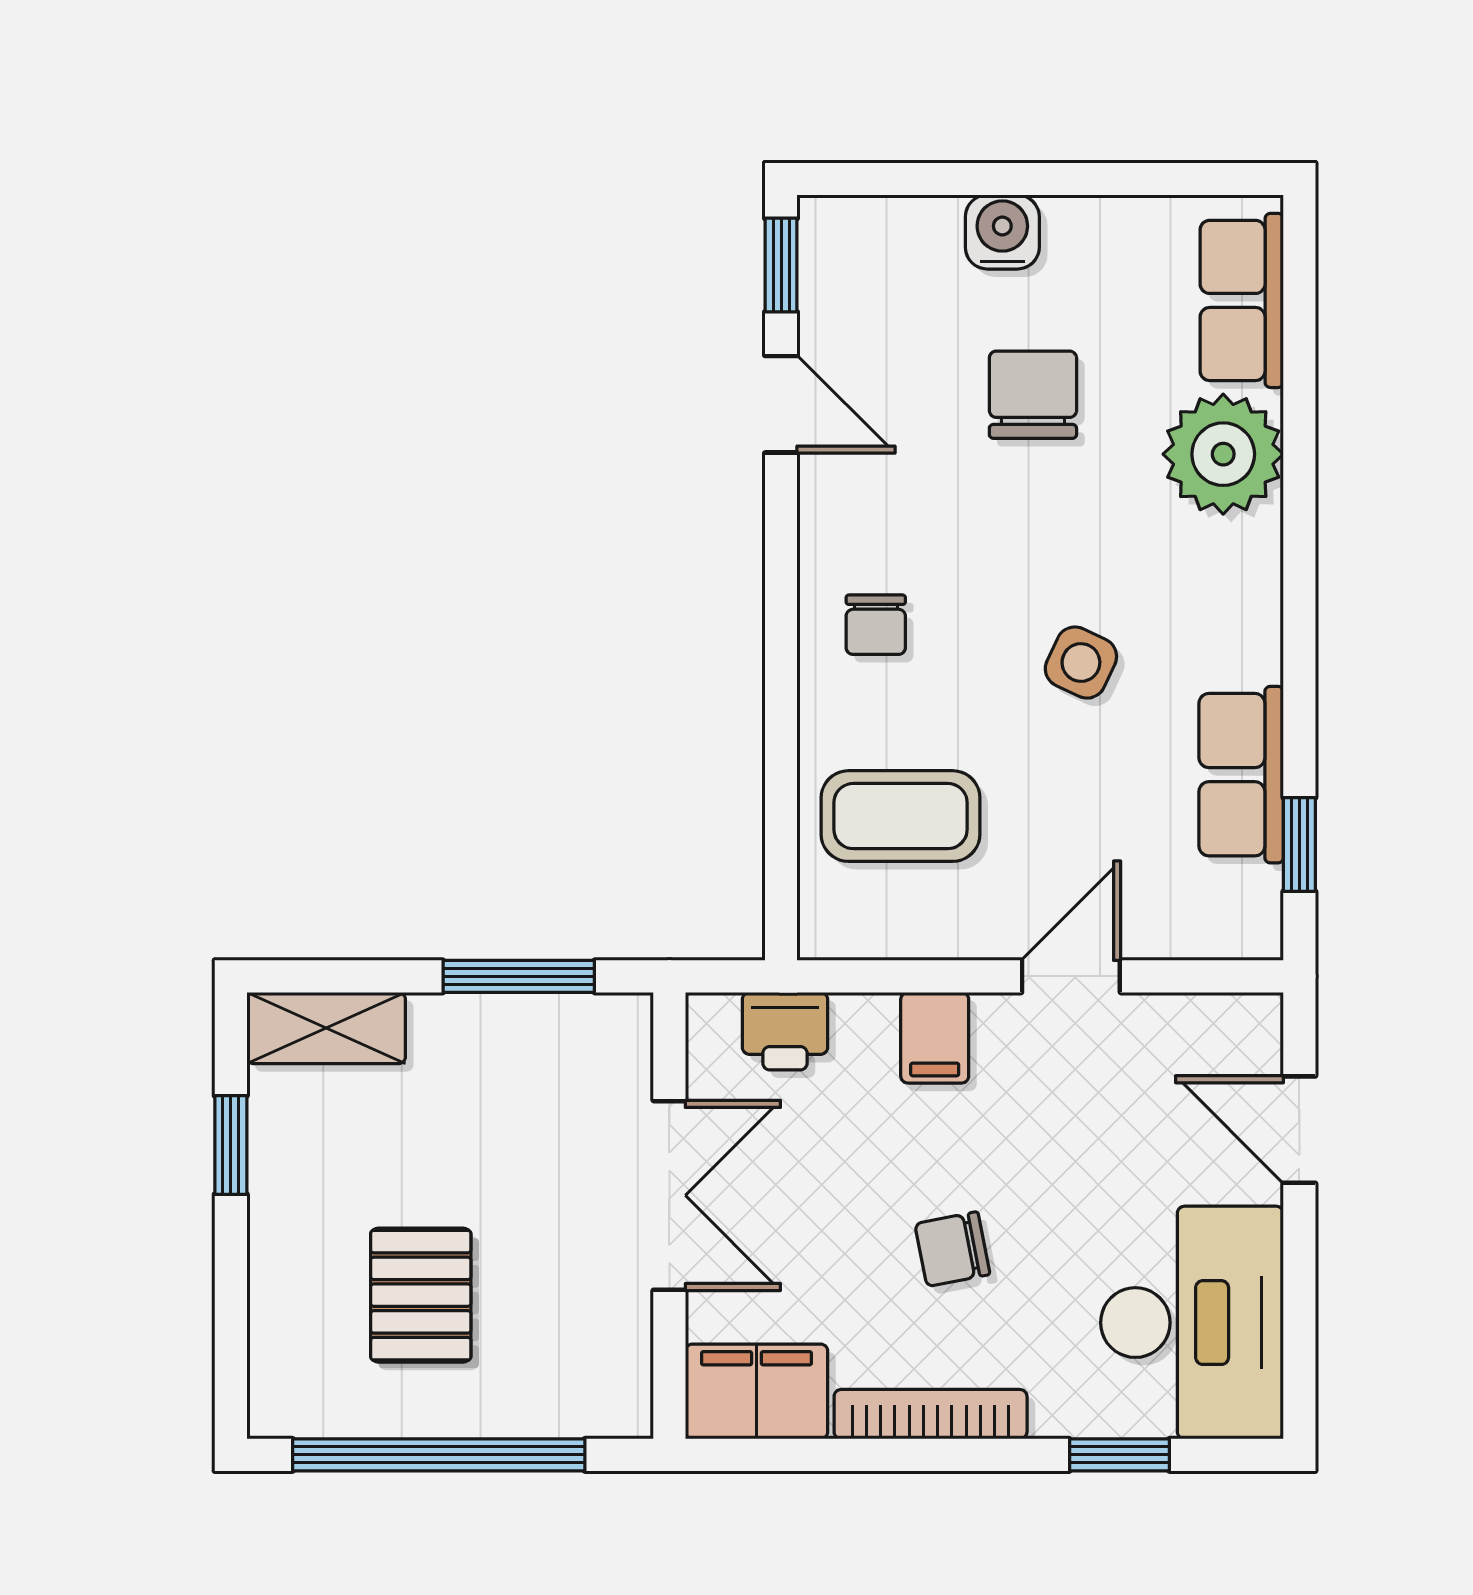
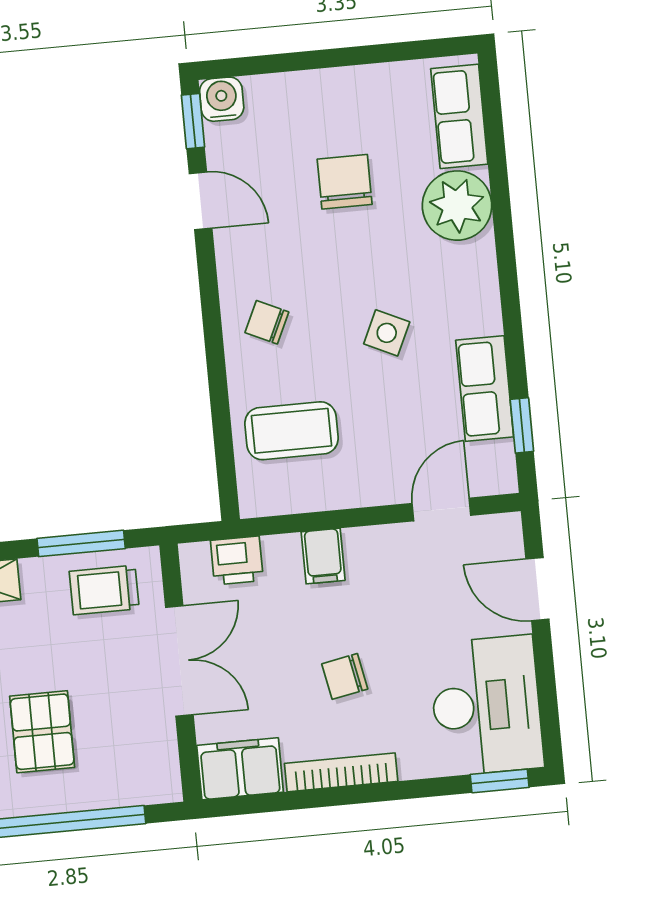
water cooler: (1002, 232) -> (222, 99), moved
chair: (876, 625) -> (267, 322), turned 115
door: (1071, 976) -> (441, 509), moved
trolley: (551, 1060) -> (104, 590), added
window: (1119, 1455) -> (500, 781), moved

